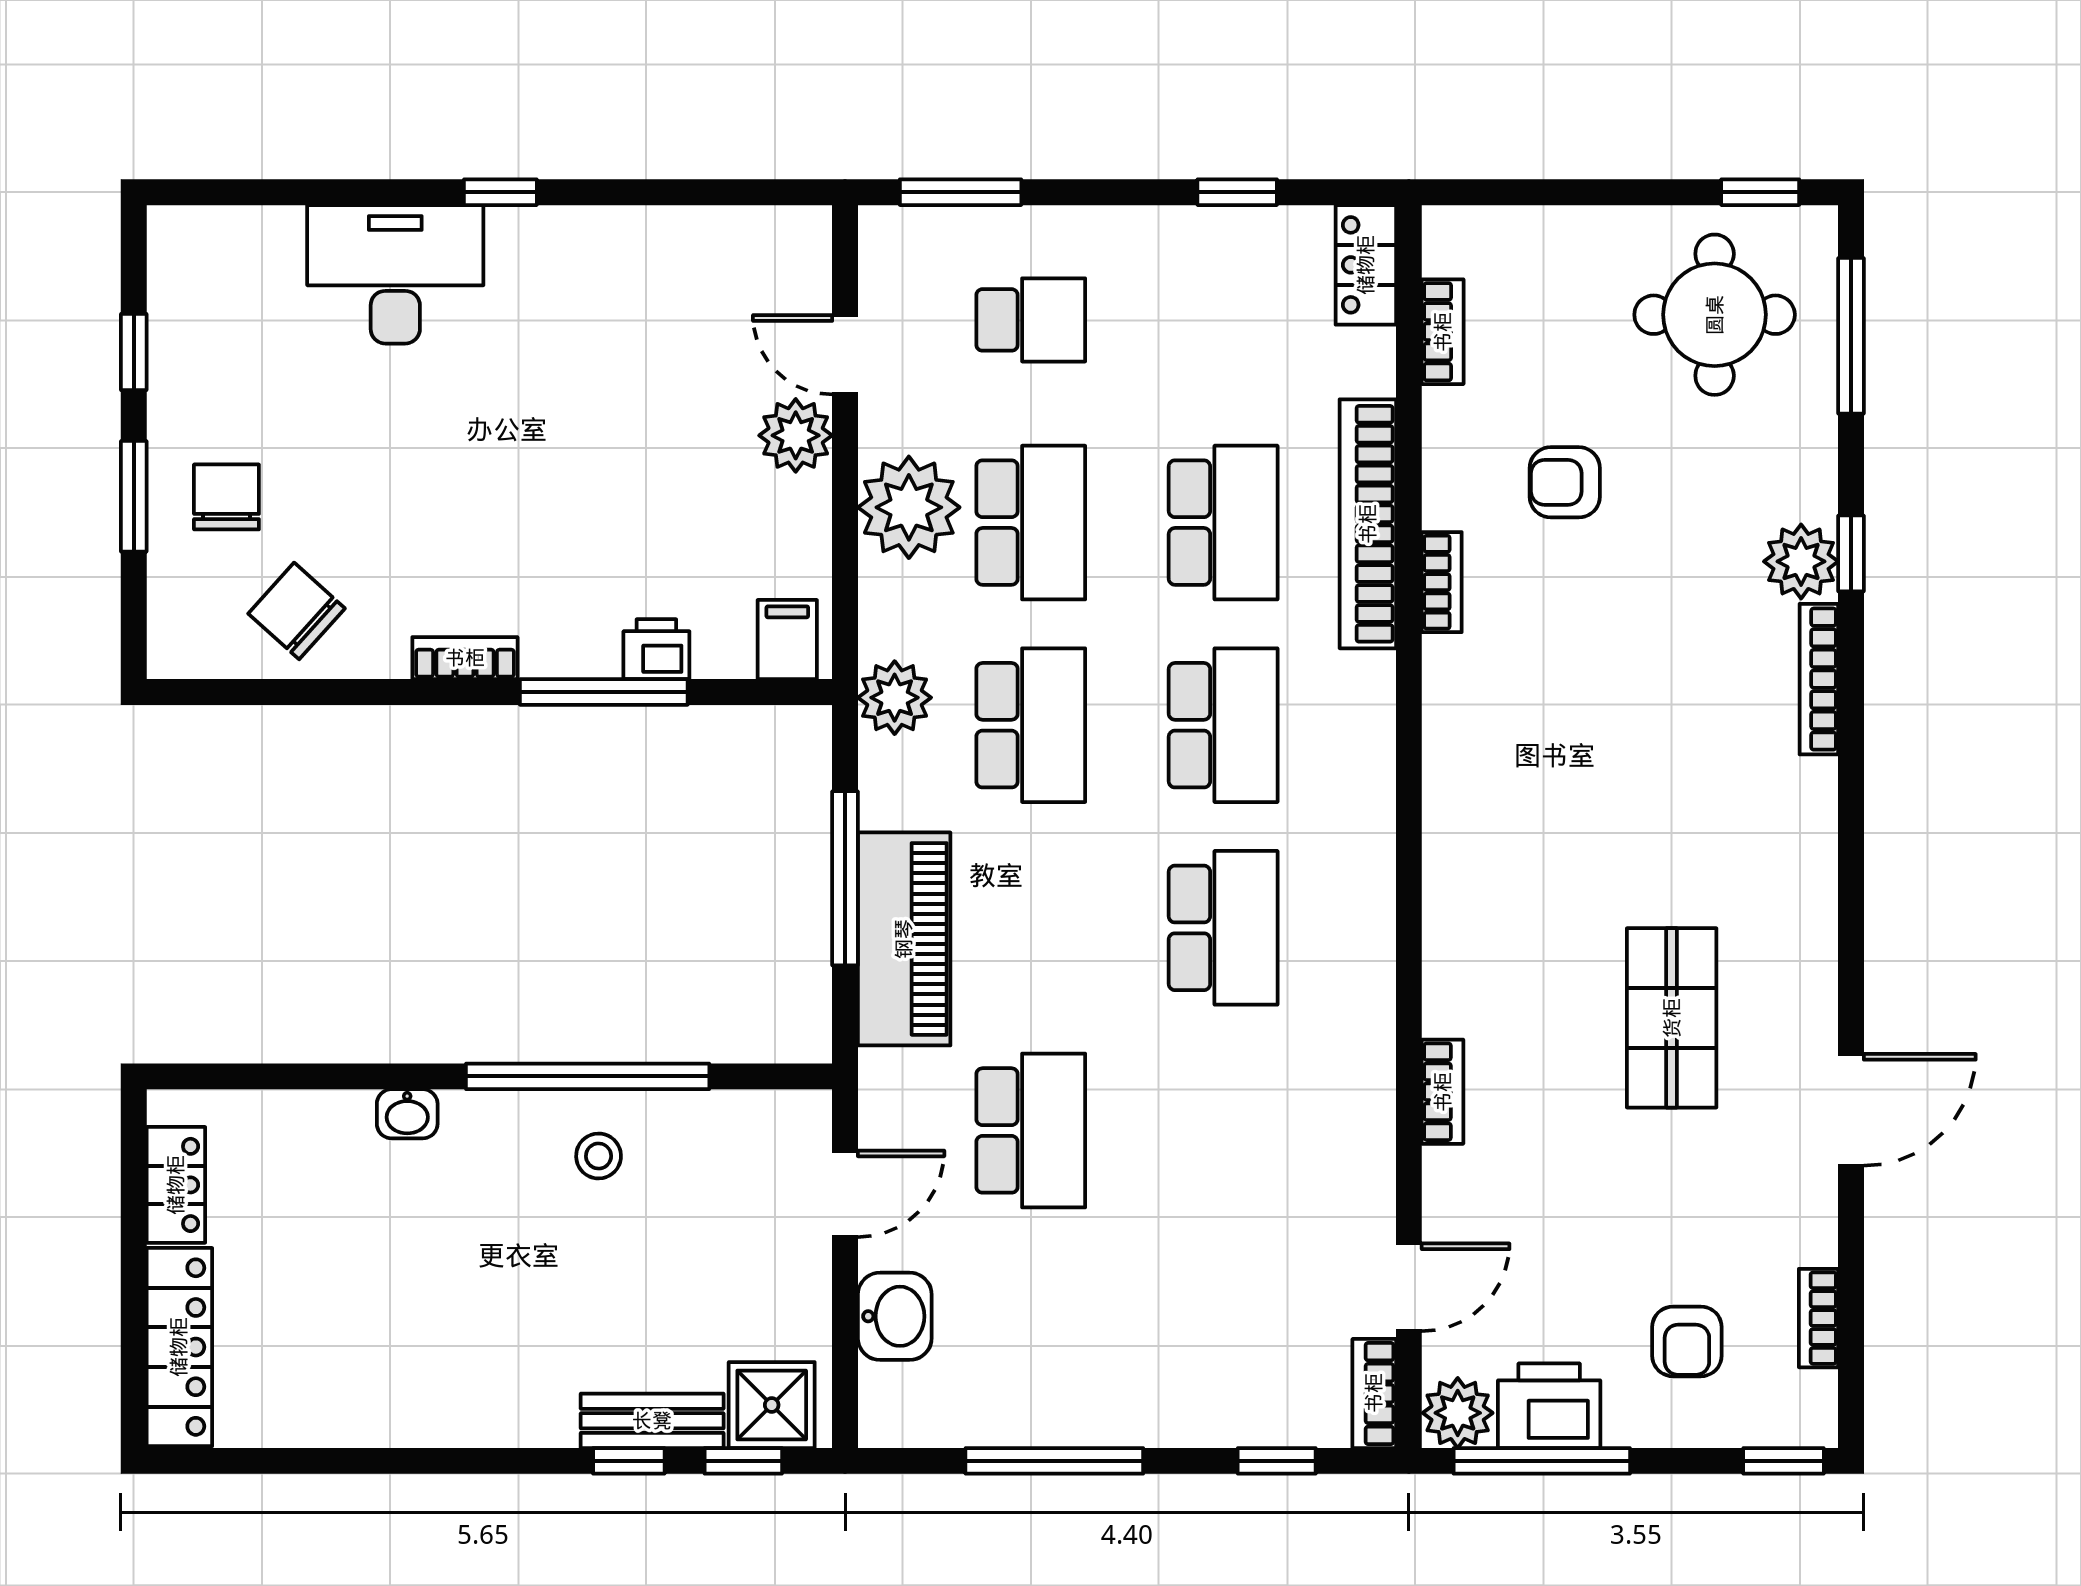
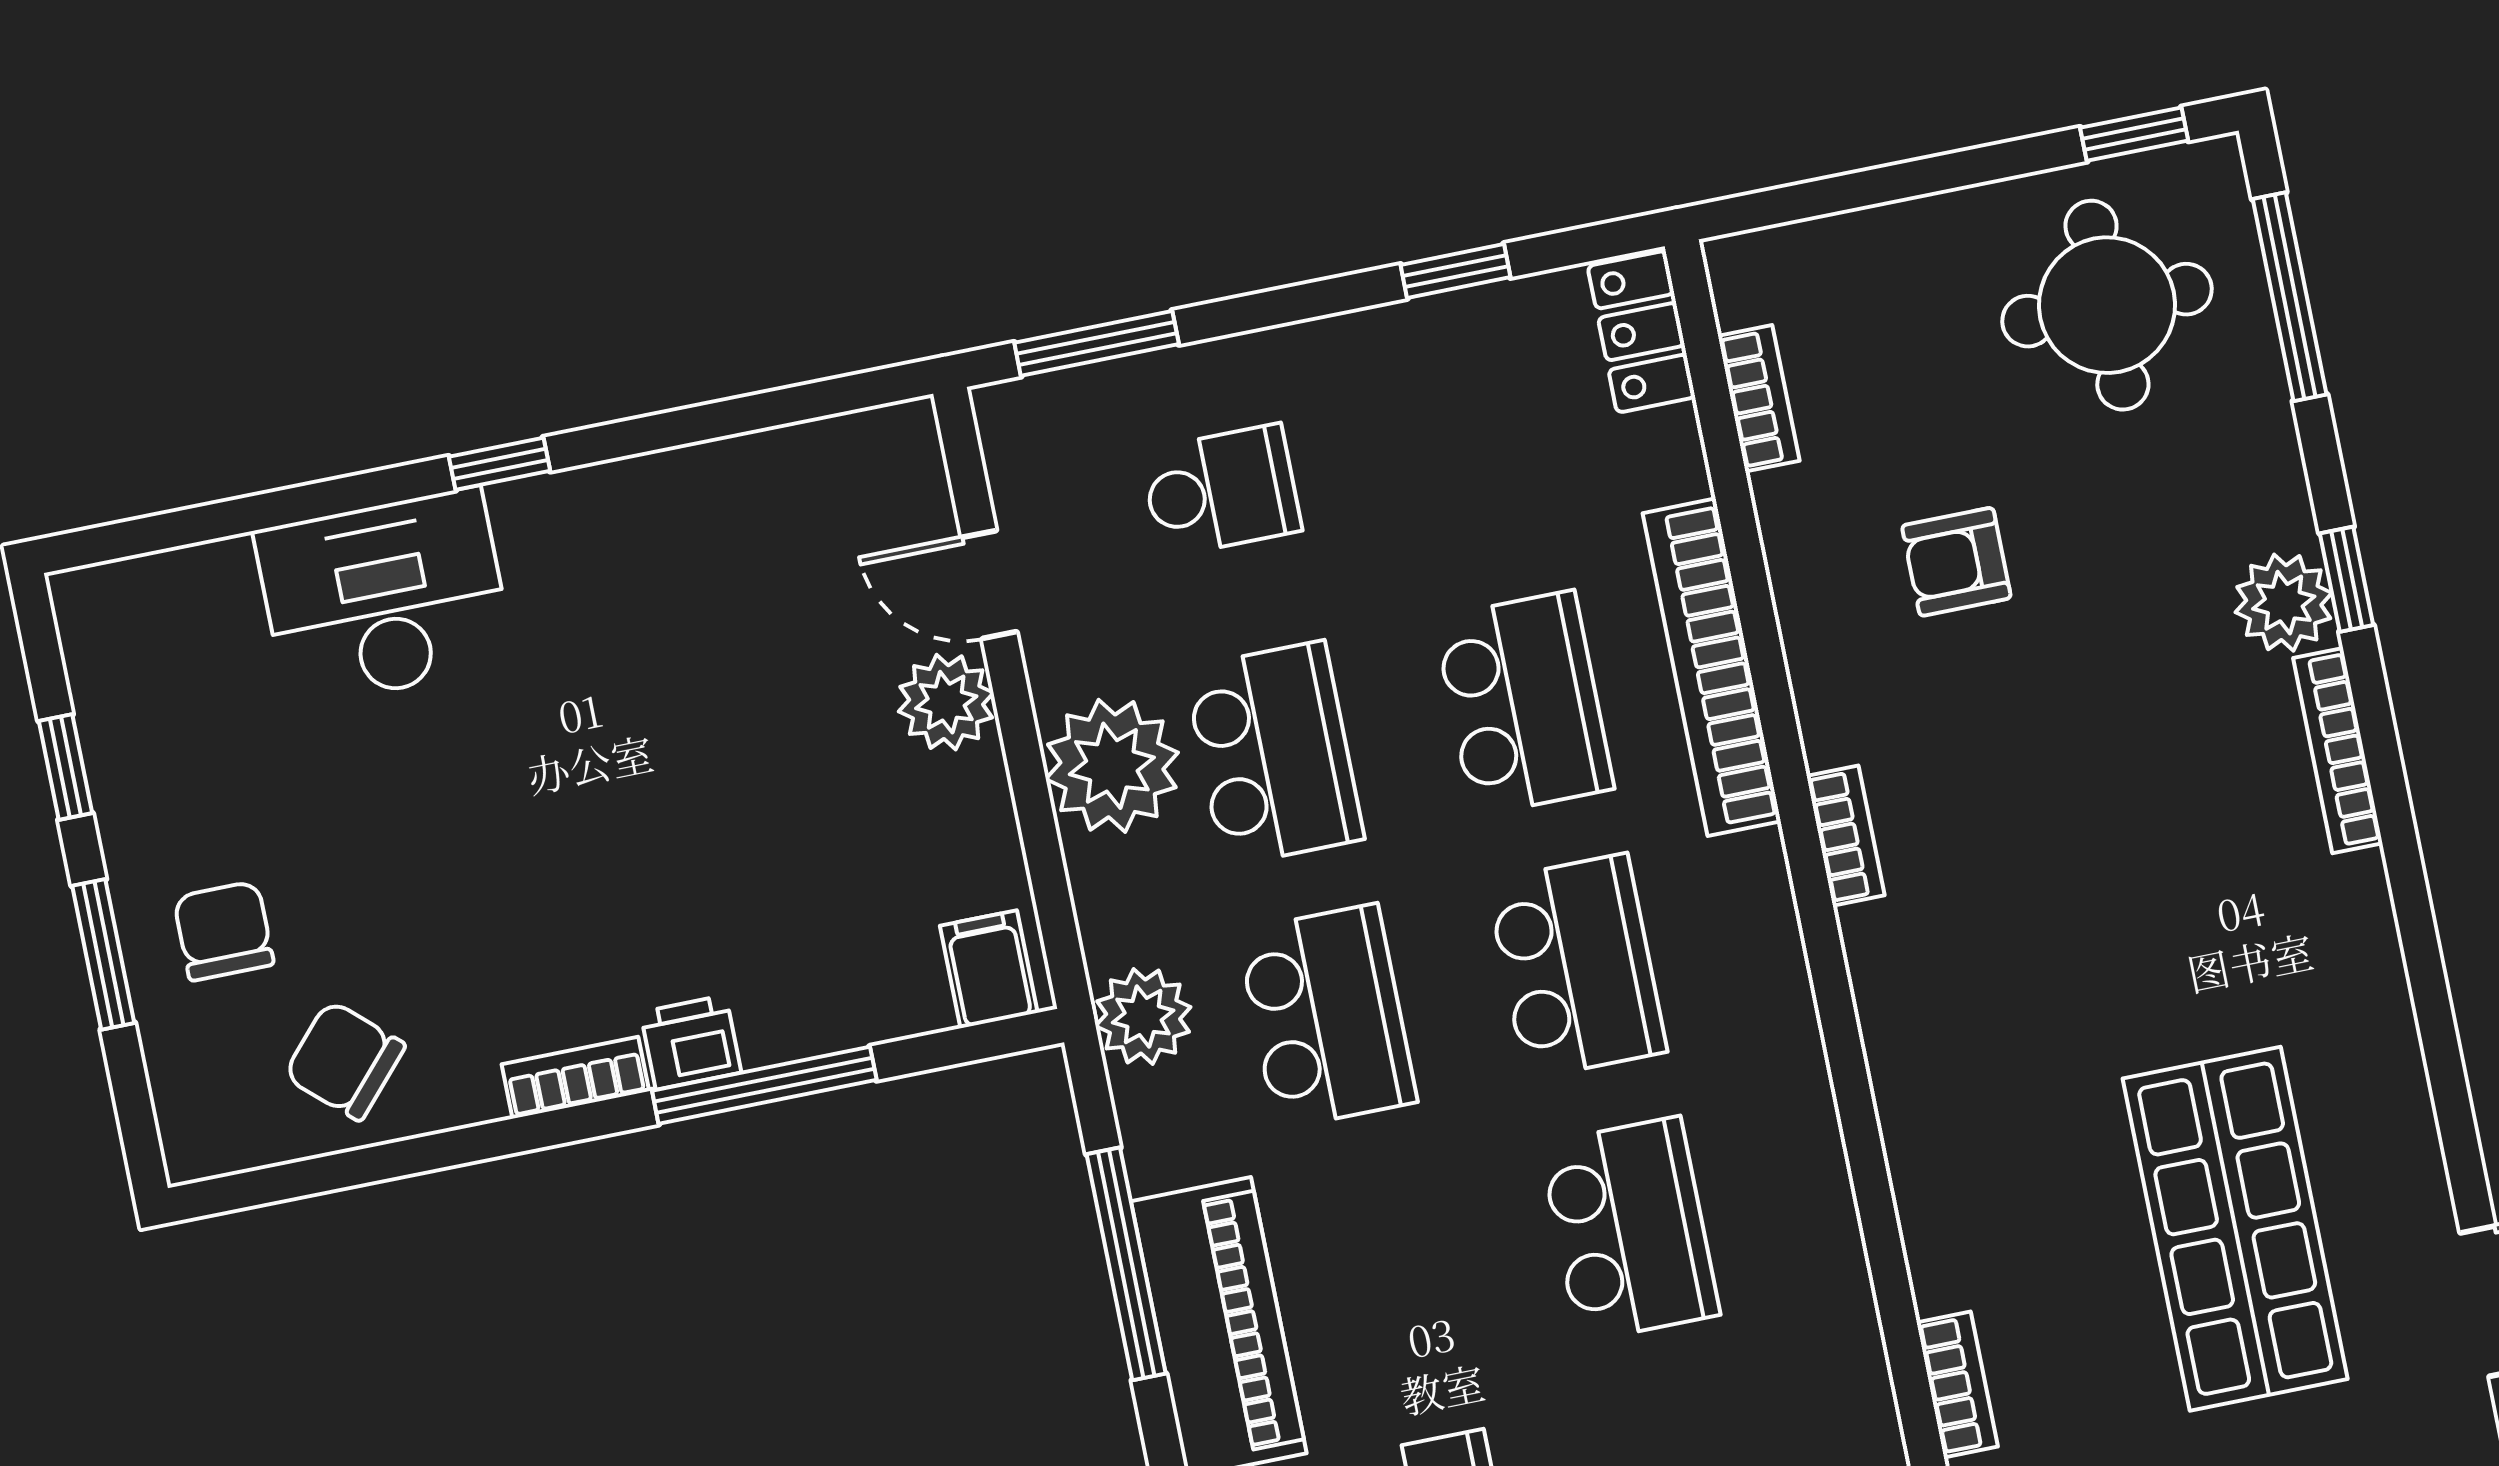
bookcase: (1442, 582) -> (1846, 836), moved
printer: (656, 649) -> (691, 1042), moved
shop shelf: (1672, 1018) -> (2235, 1229), width x1.43, depth x1.36

